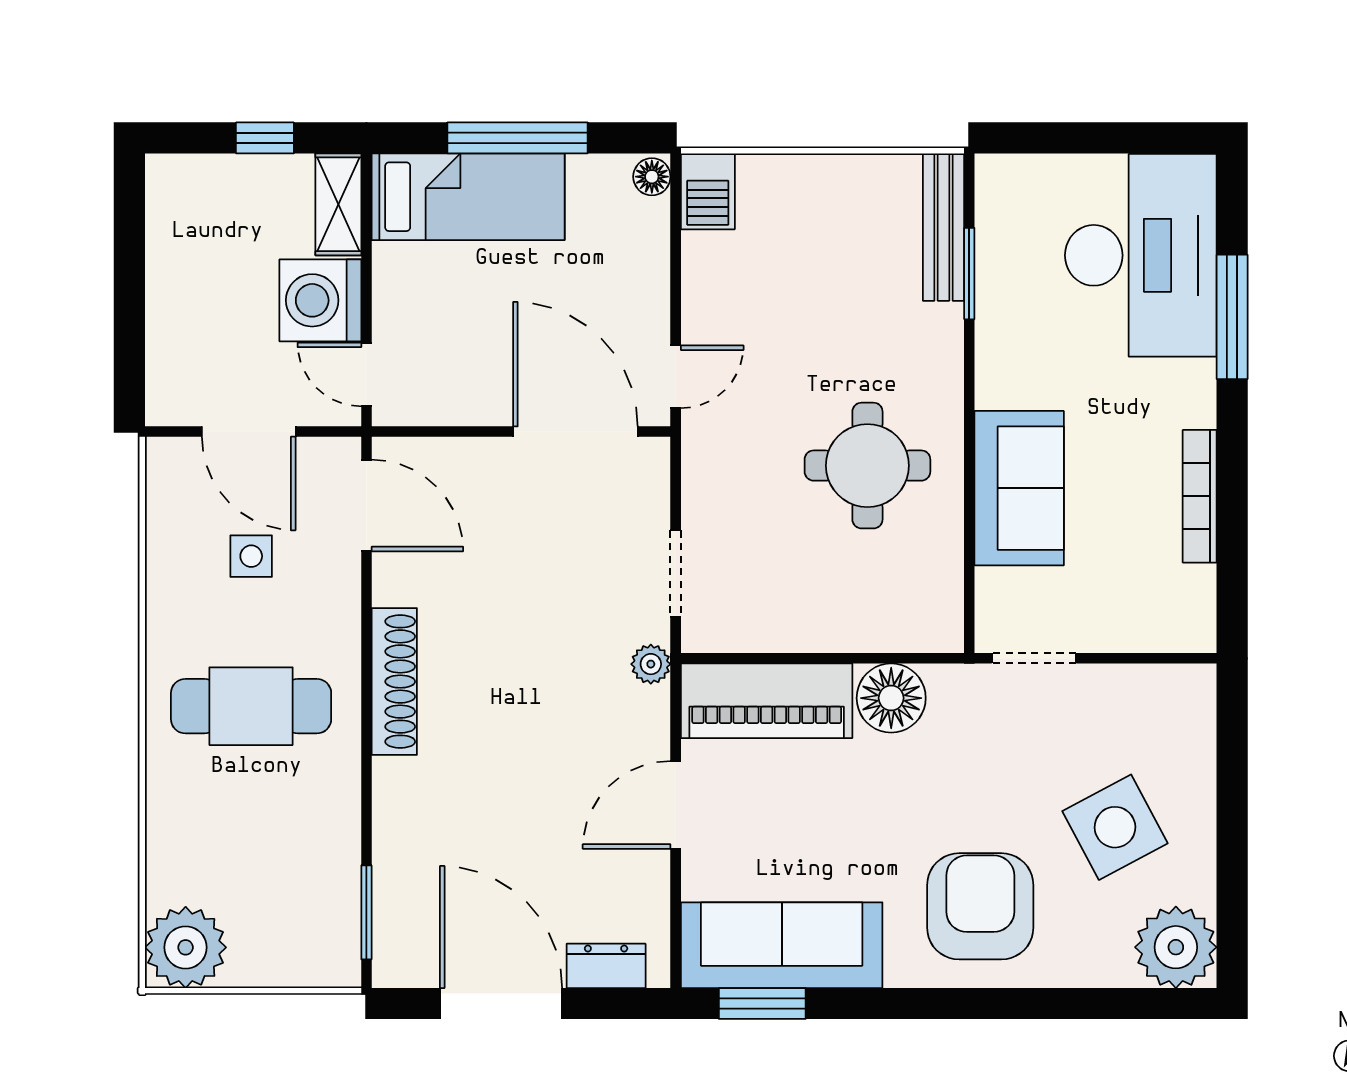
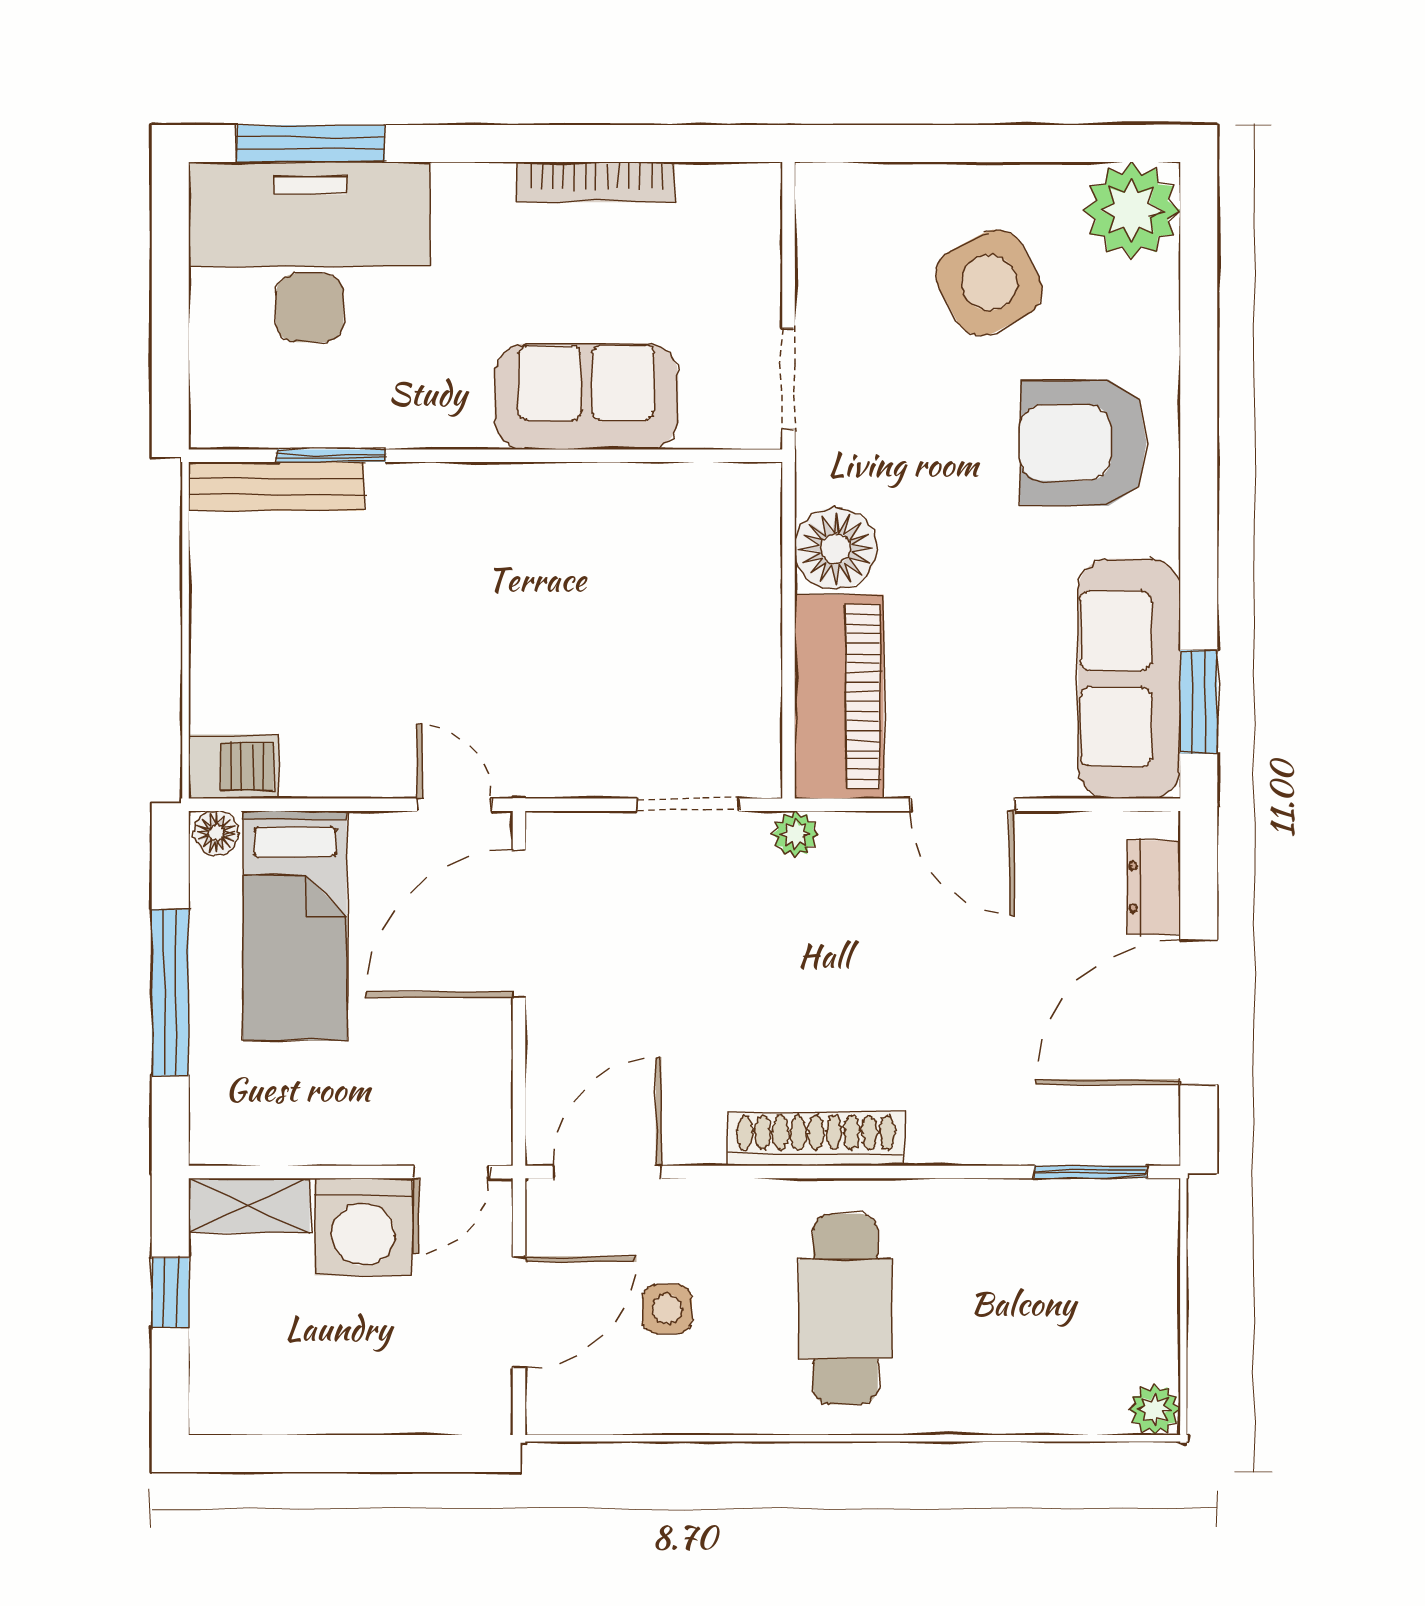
bed: (468, 197) -> (295, 925), moved, turned 180
window: (1232, 317) -> (311, 143), moved
round table: (867, 466) -> (559, 577), removed
plant: (186, 947) -> (1155, 1409), width x0.53, depth x0.53

